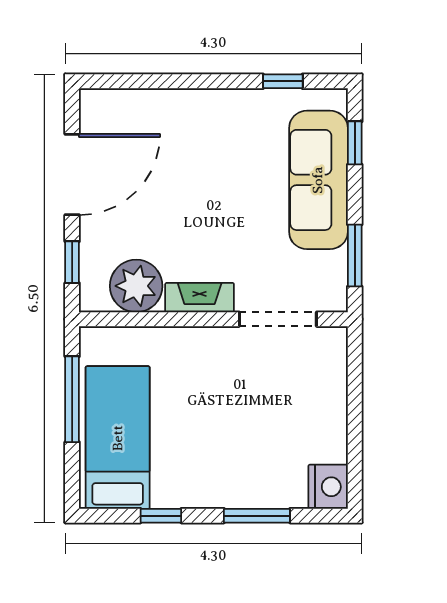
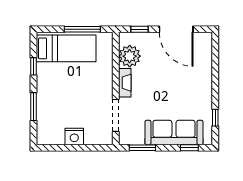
nightstand: (328, 487) -> (74, 136), moved

